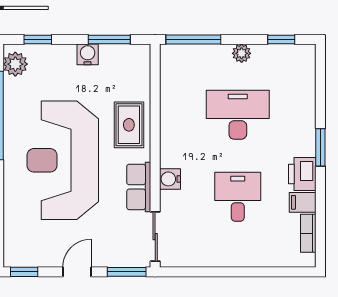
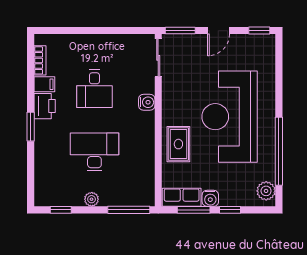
window: (38, 39) -> (230, 210), moved
desk: (238, 115) -> (94, 152), turned 180
reception desk: (63, 160) -> (230, 117), turned 180
row of seats: (139, 187) -> (182, 197), moved, turned -90

